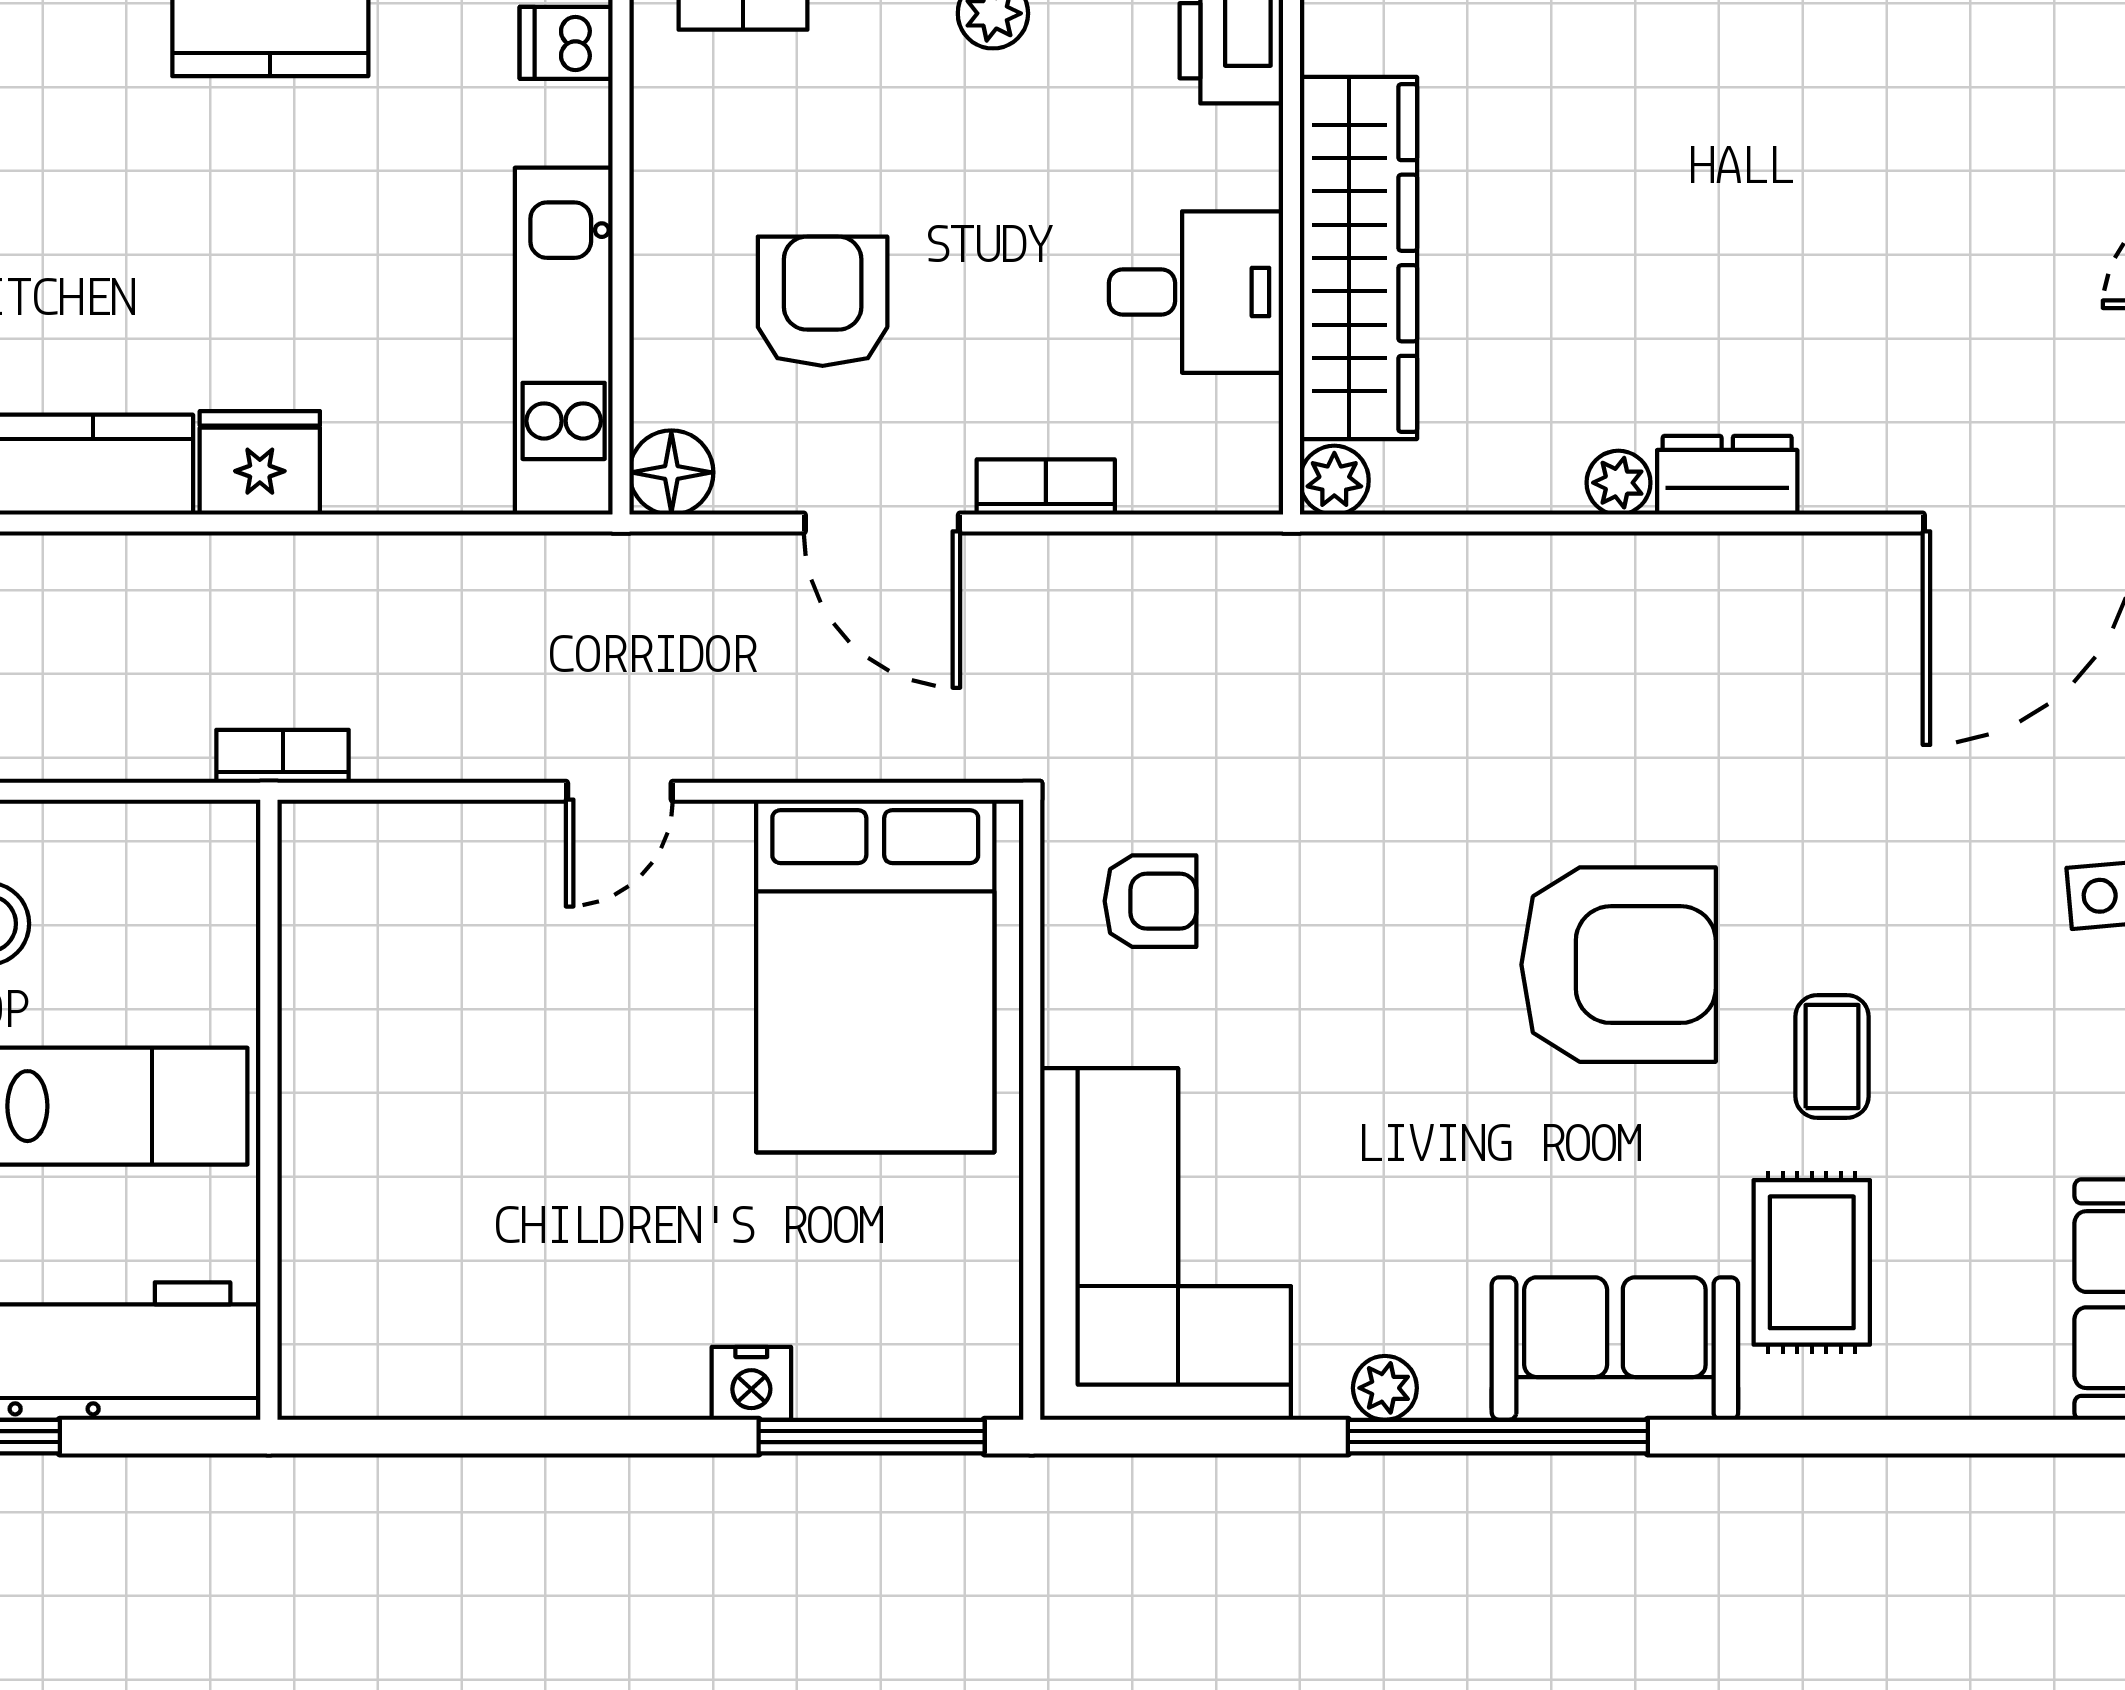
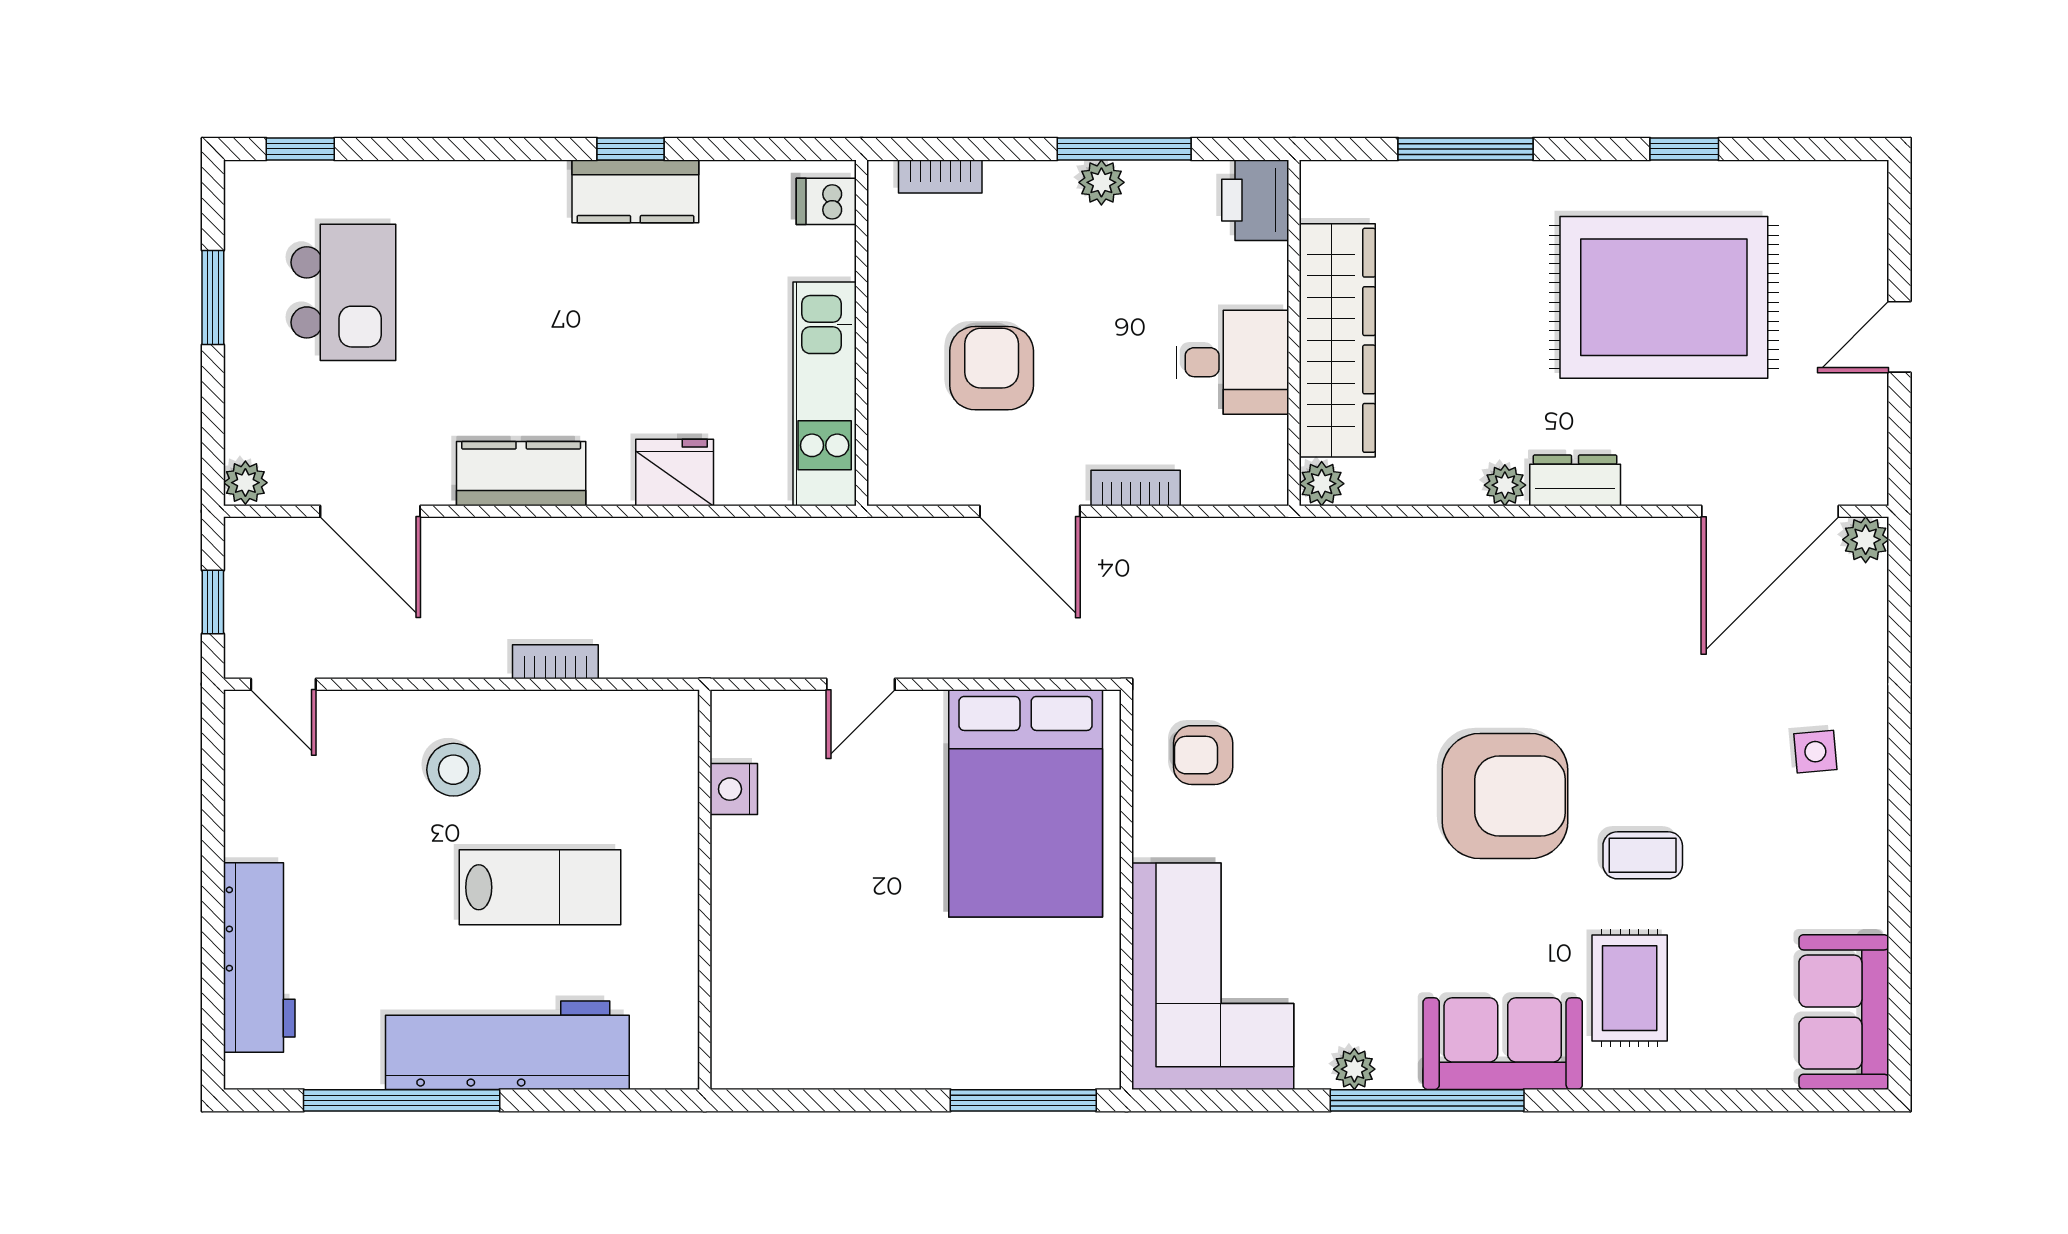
rug: (1865, 191) -> (1664, 297), added
fridge: (260, 463) -> (675, 472), moved
floor lamp: (671, 472) -> (894, 479), removed
bookcase: (283, 756) -> (555, 662), moved
armchair: (1150, 901) -> (1203, 755), turned 180
coffee table: (1832, 1056) -> (1643, 855), turned 90
wall: (269, 1110) -> (705, 890), moved
nightstand: (751, 1383) -> (734, 789), moved, turned 90

